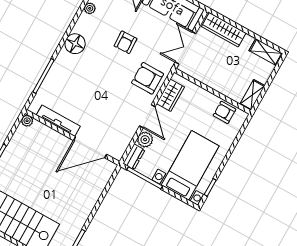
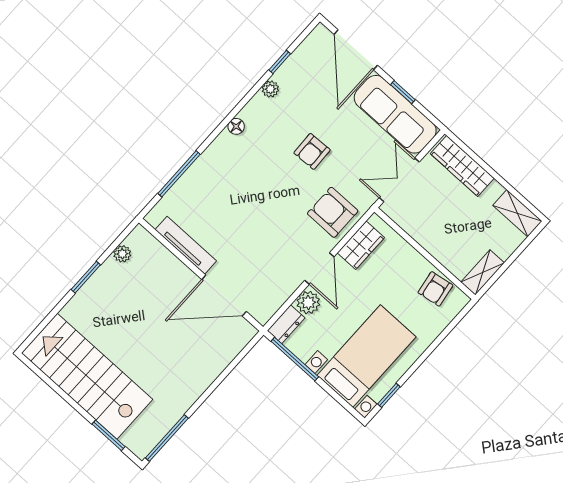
floor lamp: (75, 44) -> (236, 126), width x0.53, depth x0.53
armchair: (225, 112) -> (435, 289), turned -99
plant: (27, 121) -> (122, 254), moved

